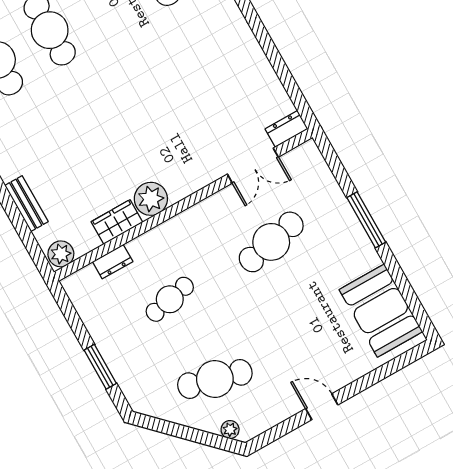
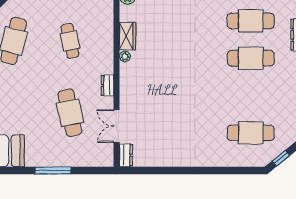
plant: (151, 199) -> (125, 57), width x0.53, depth x0.53
dresser: (113, 262) -> (107, 85), moved

